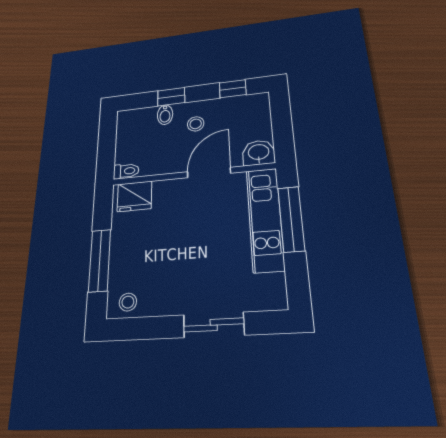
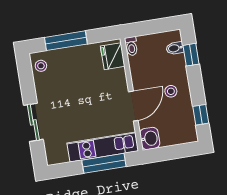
window: (171, 97) -> (191, 55), moved
bidet: (165, 115) -> (175, 48), moved
door: (209, 173) -> (133, 106), hinge flipped

